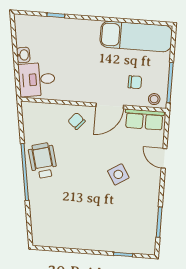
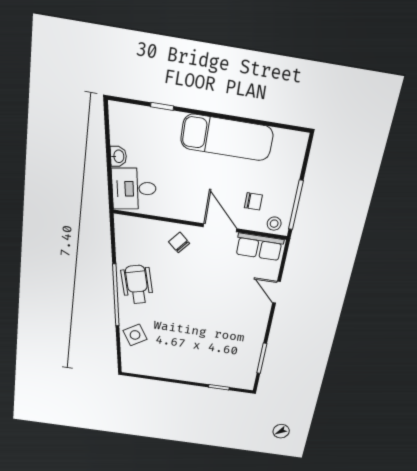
exam couch: (136, 36) -> (227, 137), moved
door: (110, 106) -> (220, 228), swing flipped
side table: (118, 174) -> (135, 335), moved

